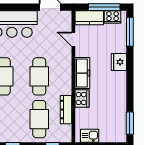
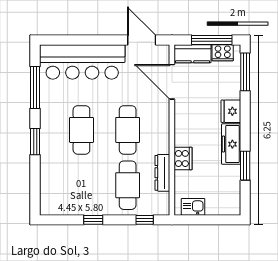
door: (73, 39) -> (172, 82), width x1.88
freezer: (82, 73) -> (231, 144), moved, turned 180
window: (130, 123) -> (245, 166), moved

